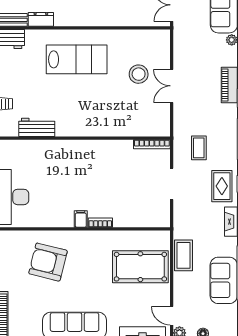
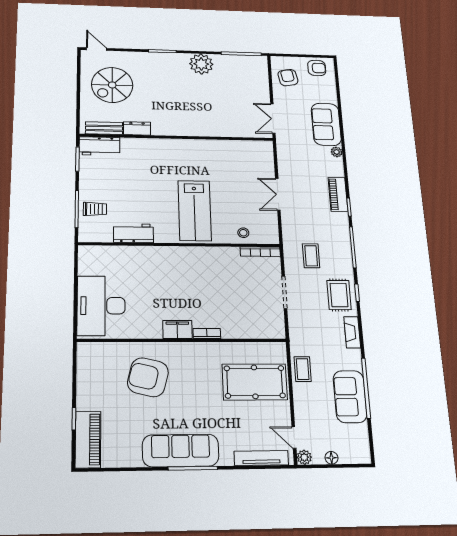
lab bench: (77, 59) -> (195, 211), moved, turned 90
stool: (139, 74) -> (243, 233), moved, width x0.53, depth x0.53
filing cabinet: (81, 219) -> (177, 329), width x2.00
coffee table: (183, 255) -> (303, 369), width x0.73, depth x0.77

